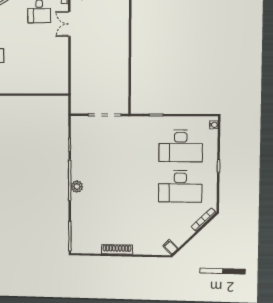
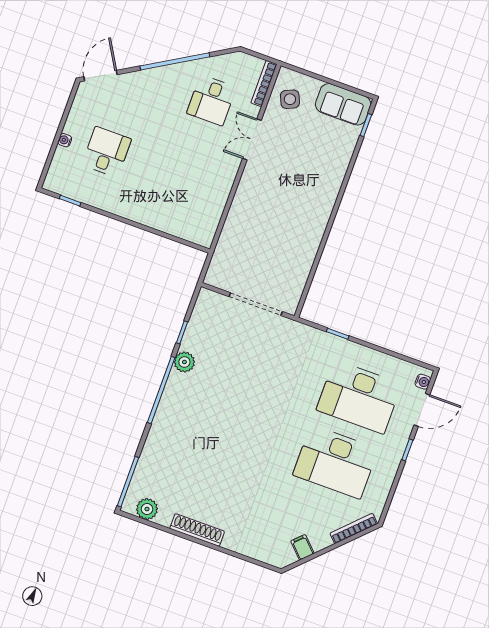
door: (219, 141) -> (422, 410), added
plant: (77, 187) -> (184, 362), moved
plant: (85, 247) -> (147, 509), added
filing cabinet: (170, 247) -> (302, 547), moved

